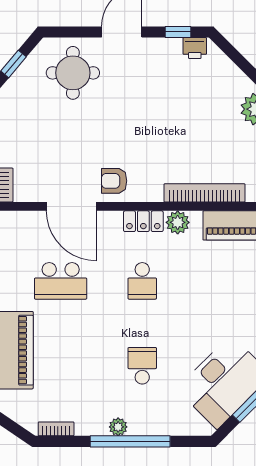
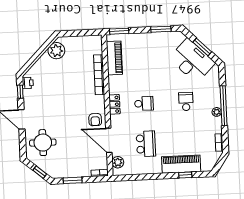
door: (71, 206) -> (109, 140), swing flipped
plant: (178, 222) -> (118, 162), moved
school desk: (142, 366) -> (186, 101), turned 90

